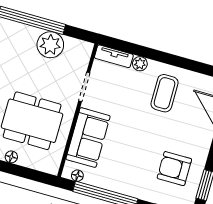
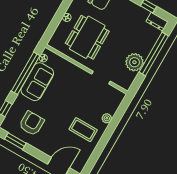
tv unit: (114, 56) -> (116, 102), removed
sofa: (88, 138) -> (37, 82), moved, turned -90

